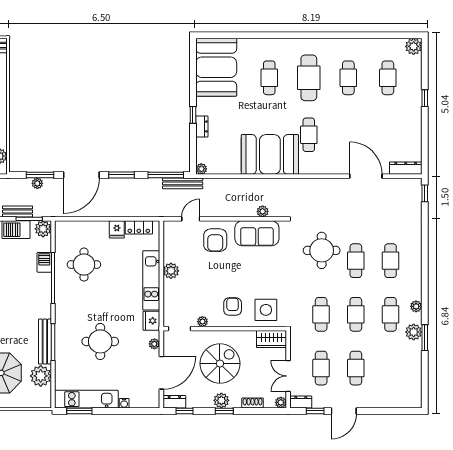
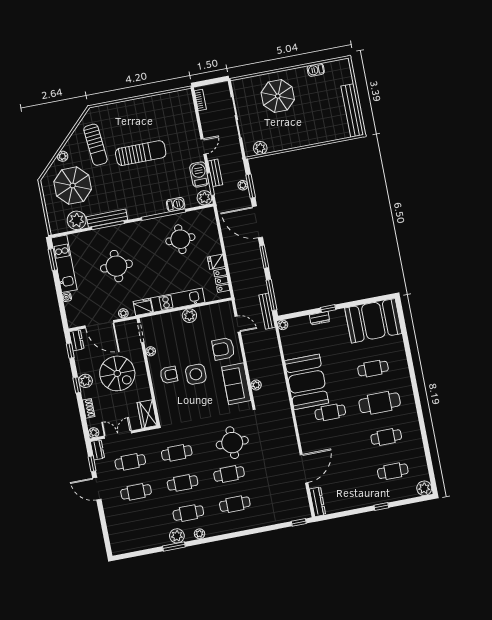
side table: (266, 310) -> (196, 374), moved

